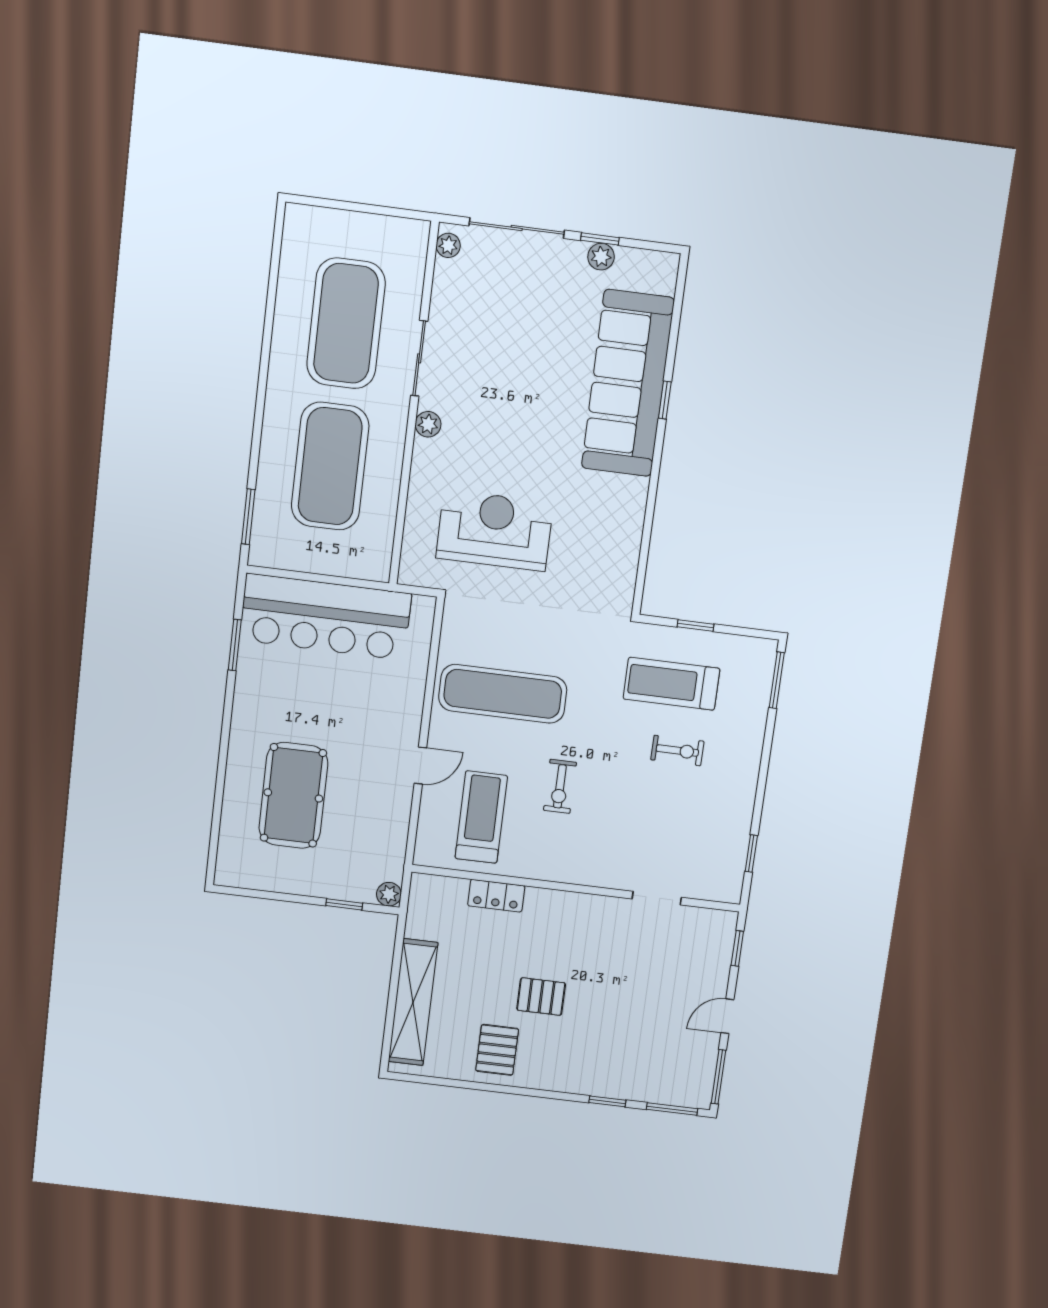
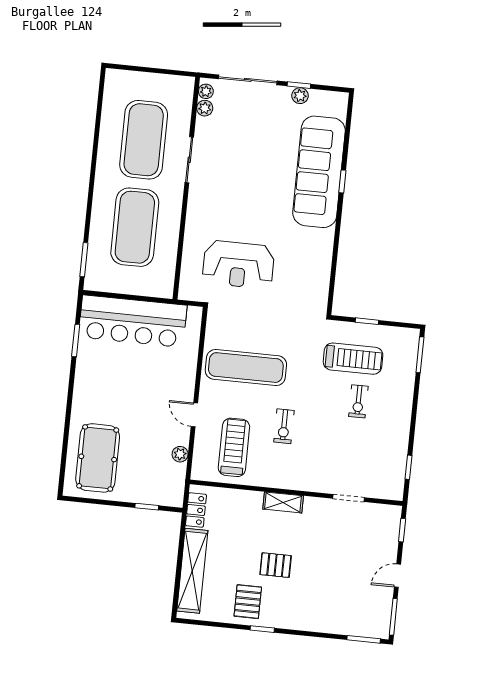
plant: (428, 424) -> (205, 108), moved
reception desk: (495, 530) -> (238, 265), turned 180
treadmill: (672, 684) -> (353, 359), turned 180
exercise bike: (677, 751) -> (358, 401), turned 90
door: (420, 766) -> (194, 415), swing flipped
pool table: (293, 795) -> (98, 458), moved
plant: (389, 894) -> (180, 454), moved
locker: (496, 896) -> (196, 510), moved, turned -90
shelving: (555, 903) -> (283, 502), added
window: (607, 1101) -> (262, 629), moved

